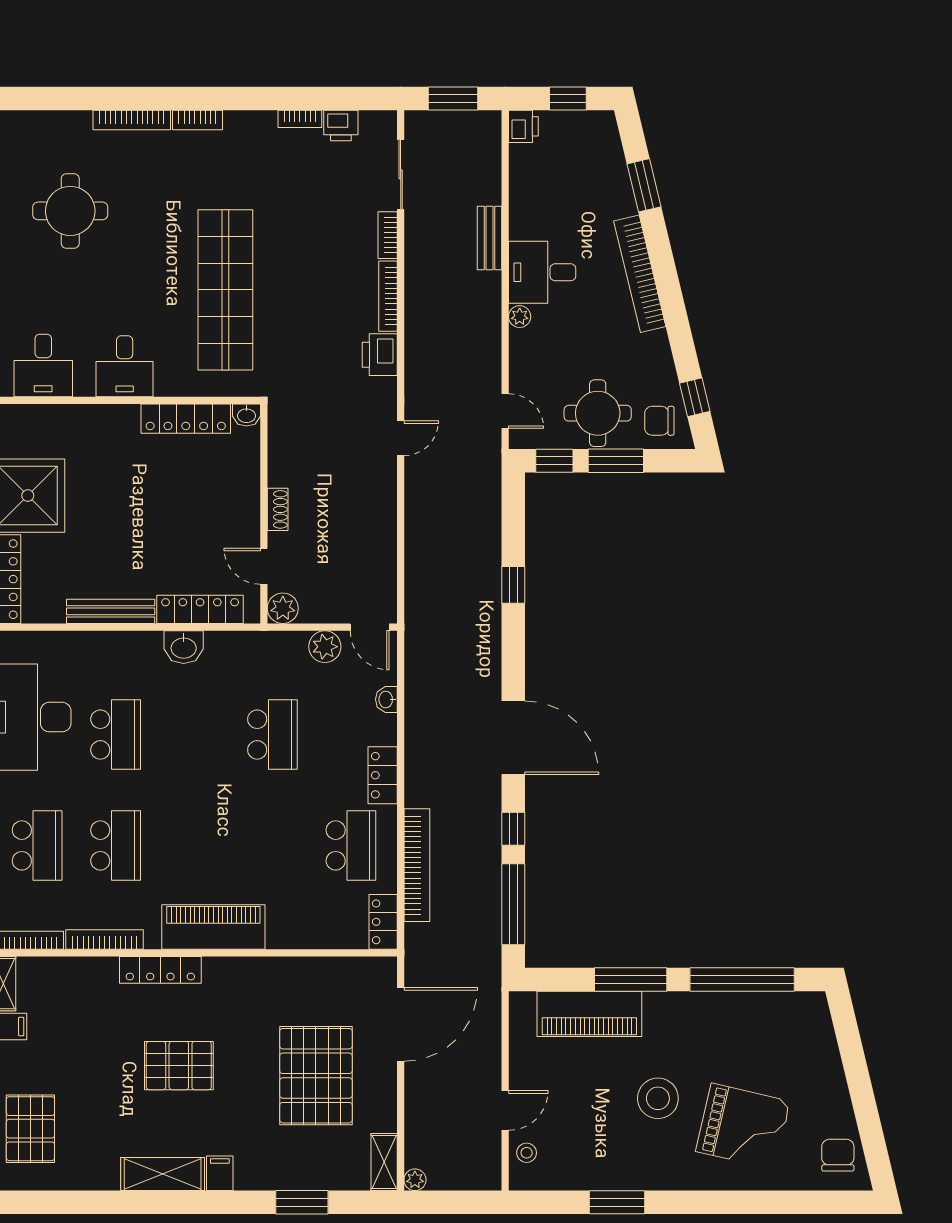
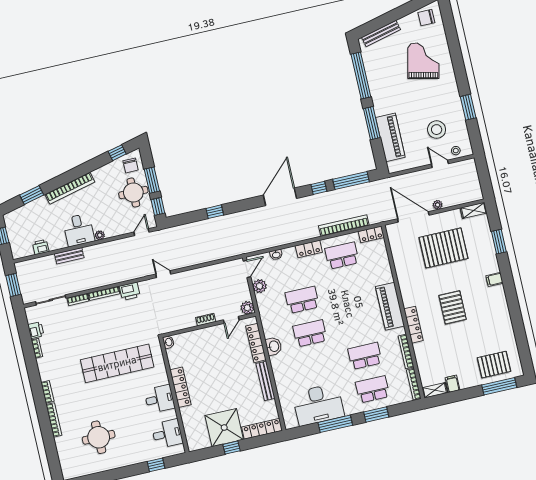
printer: (523, 126) -> (41, 247), moved
locker: (186, 419) -> (180, 387), moved
school desk: (116, 735) -> (310, 333), moved
bench: (826, 1046) -> (381, 33), added
stool: (658, 1098) -> (437, 130), moved
shelving: (163, 1174) -> (500, 304), removed
plant: (415, 1180) -> (438, 205), moved

